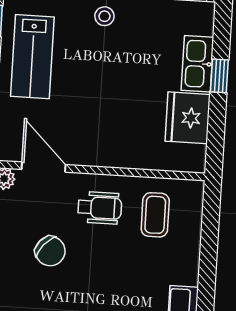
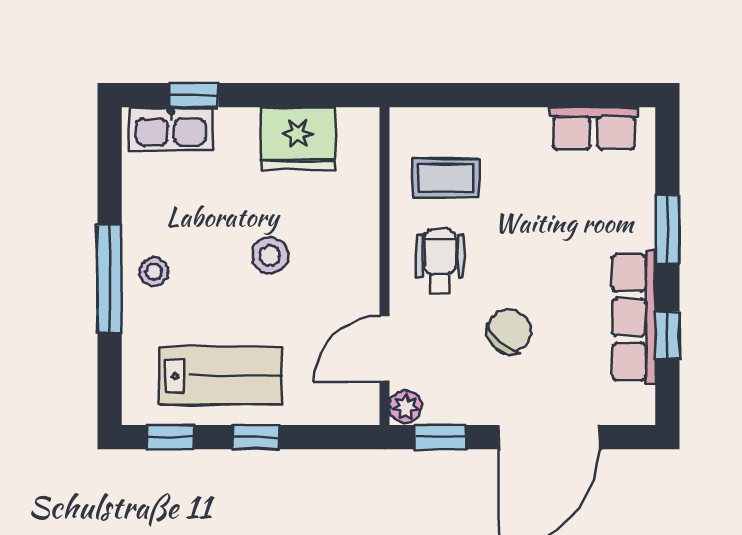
kitchen sink: (197, 64) -> (171, 129), moved
window: (219, 76) -> (194, 95), moved
stool: (111, 94) -> (270, 255), added

